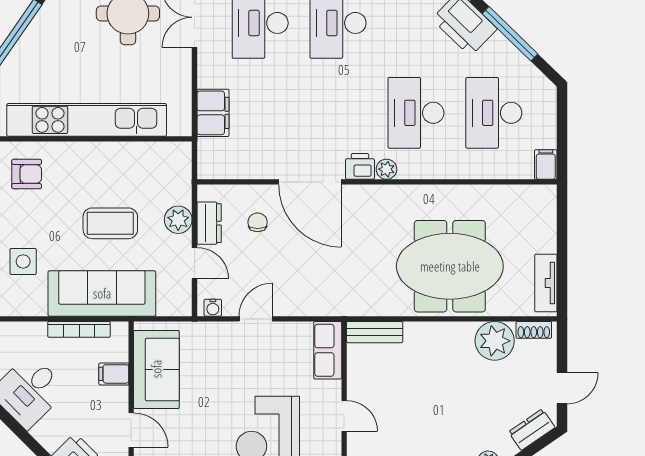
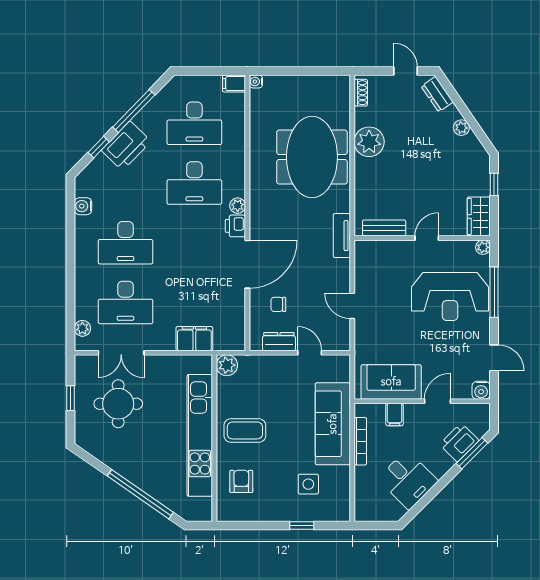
plant: (178, 220) -> (227, 365), moved
coffee table: (110, 223) -> (245, 430), moved, turned 90
door: (195, 263) -> (310, 353), hinge flipped
tv unit: (546, 283) -> (342, 236), moved, turned 90
water cooler: (213, 308) -> (256, 82), moved, turned 180
bench: (375, 332) -> (384, 228), moved, turned 90
plant: (495, 341) -> (369, 142), moved
row of seats: (328, 350) -> (376, 251), removed

